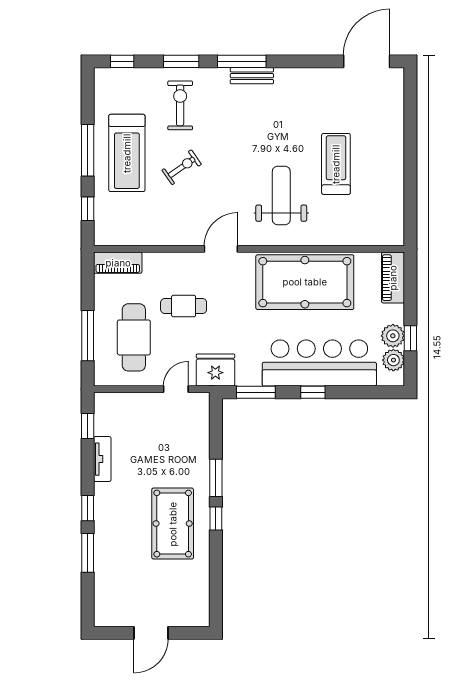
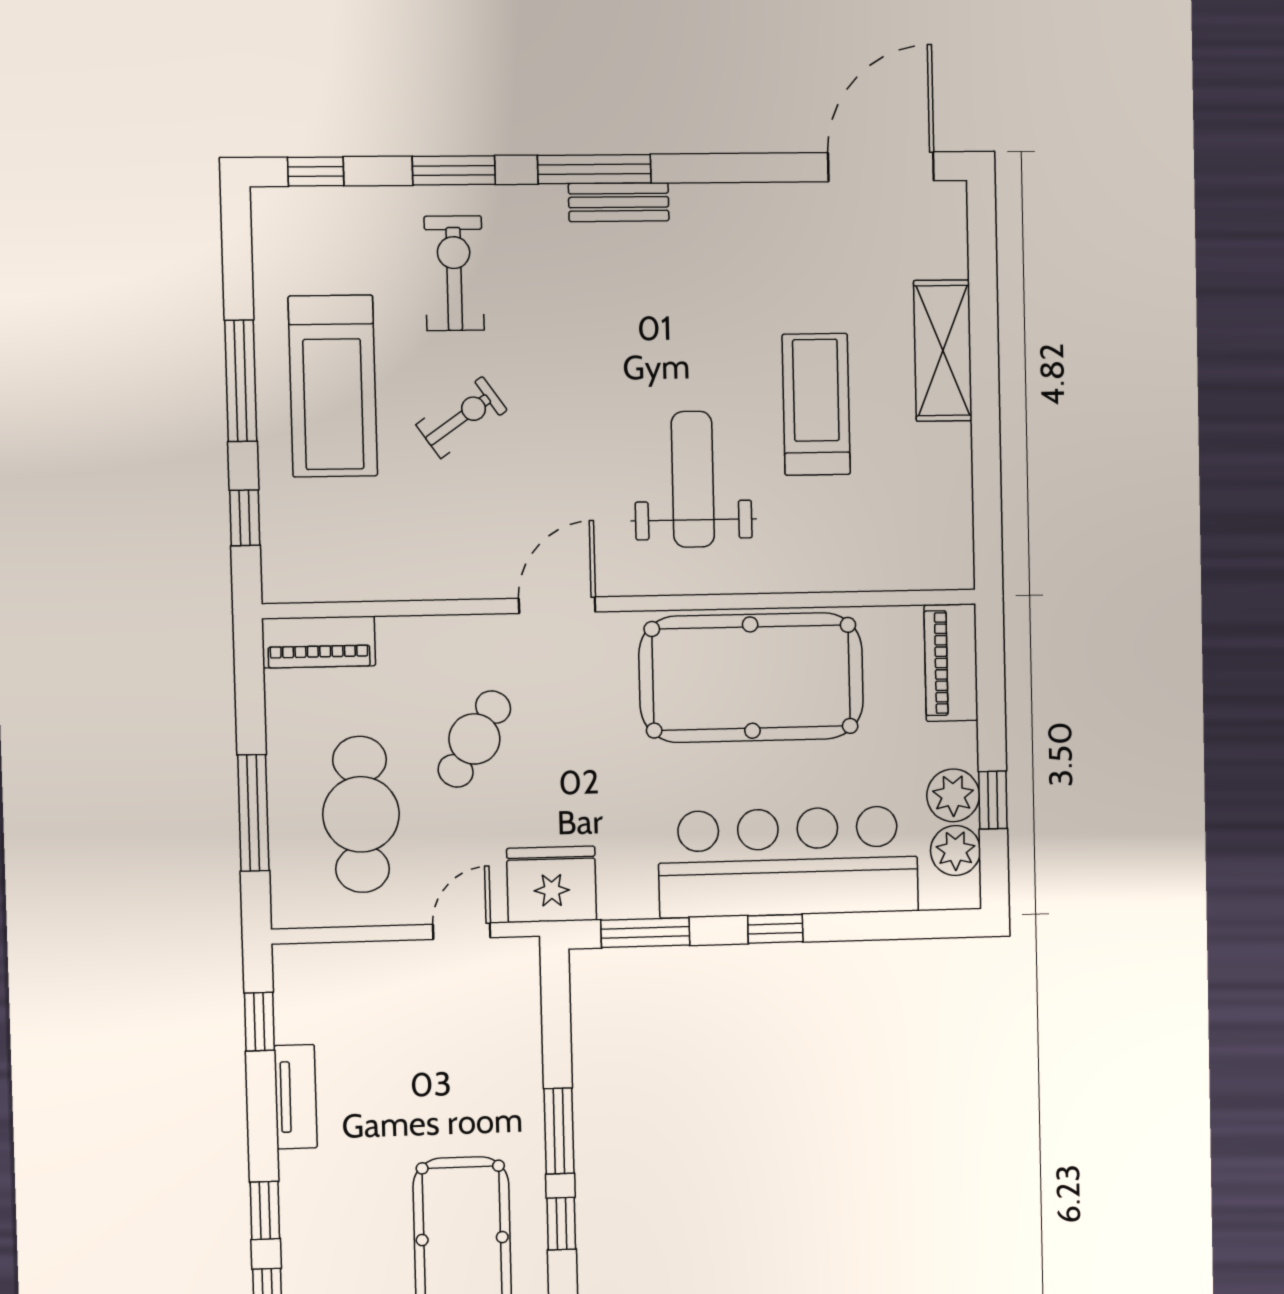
shelving: (392, 141) -> (943, 351), added
cafe table: (184, 306) -> (474, 739), turned -58

